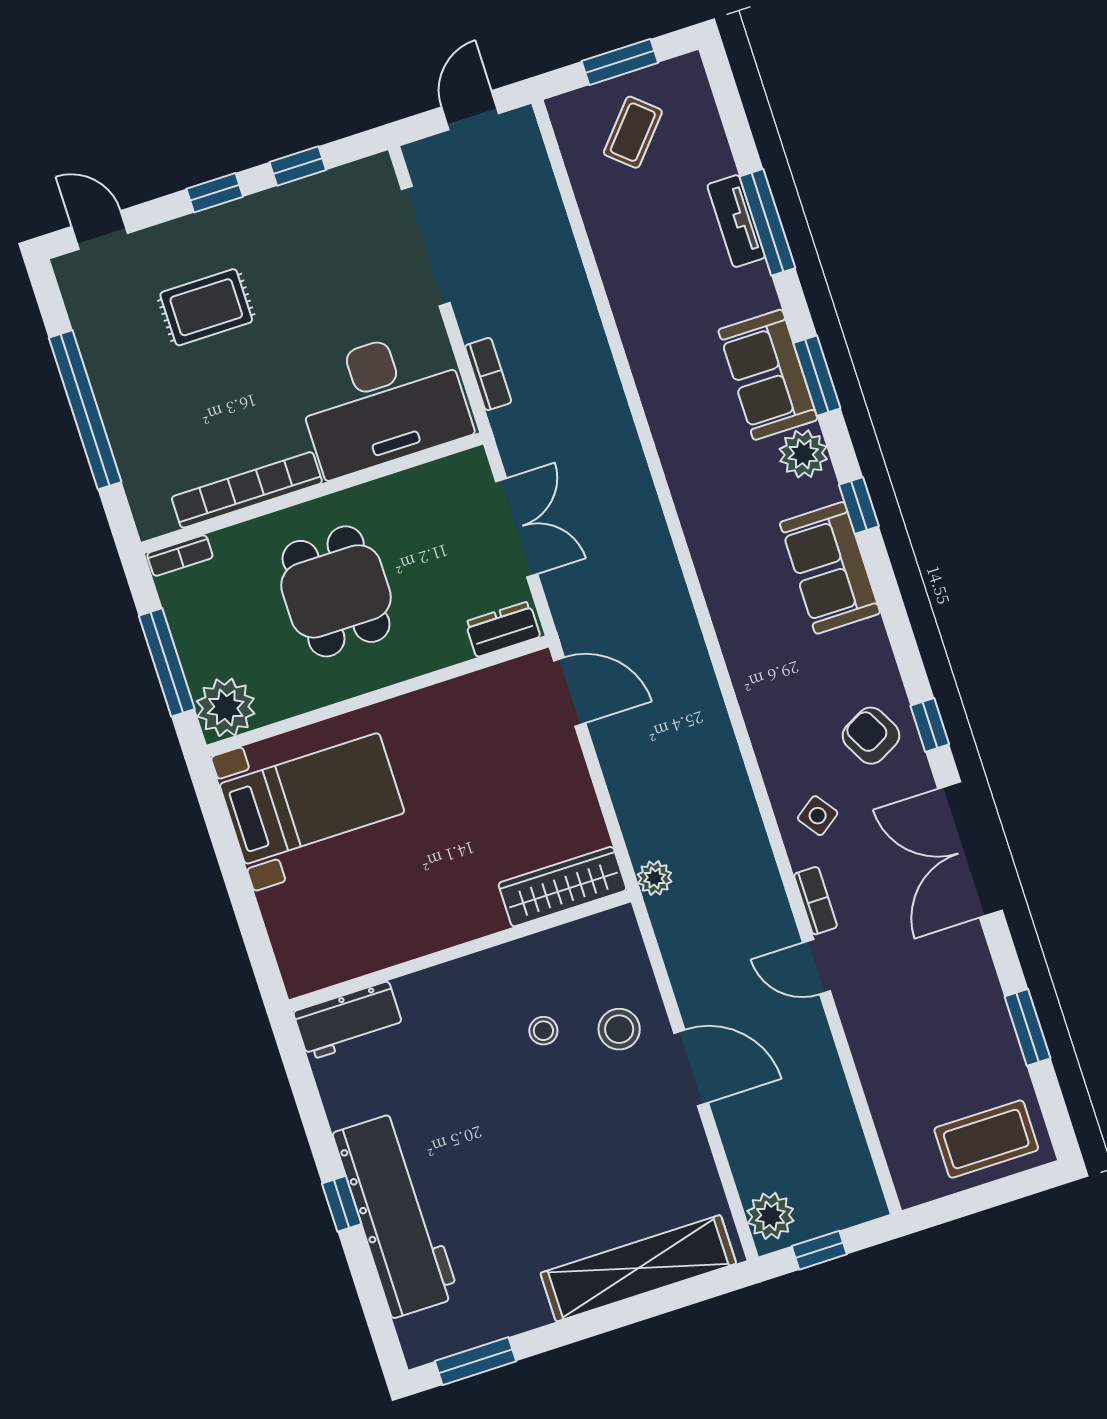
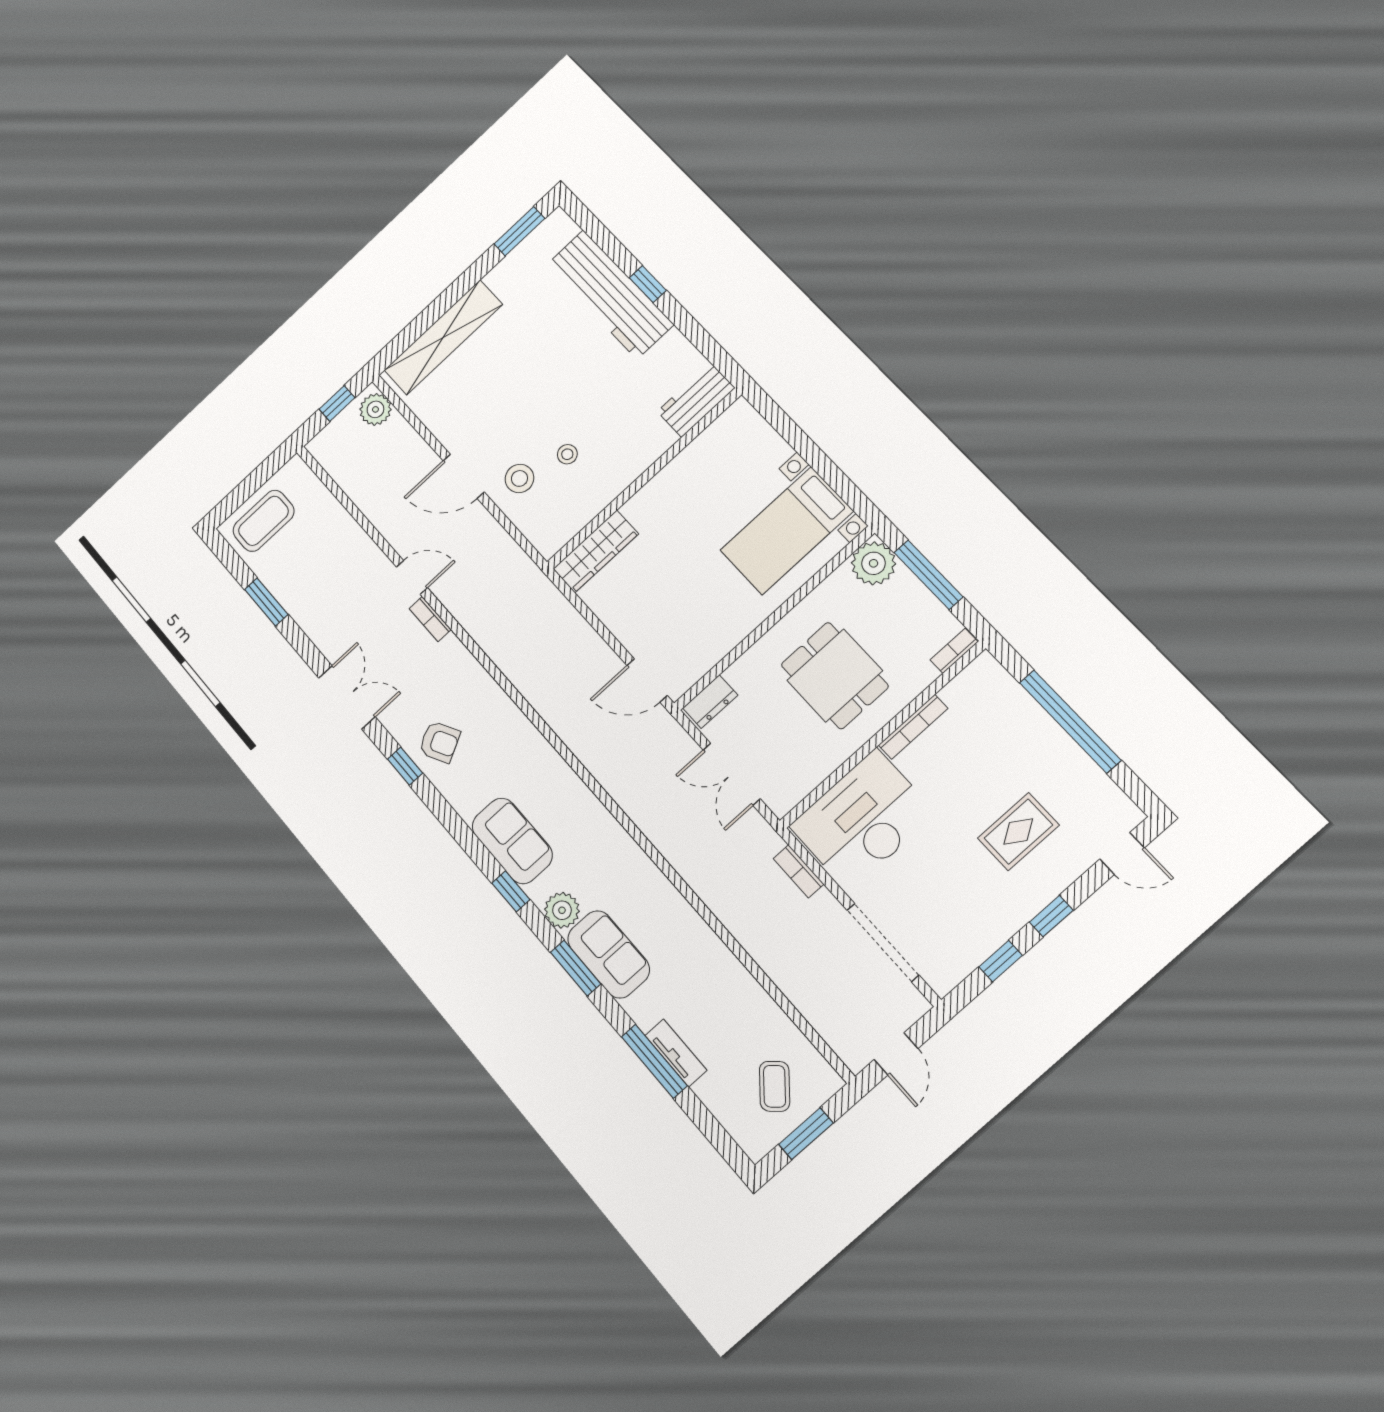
bookcase: (247, 490) -> (913, 727), width x0.68, depth x0.76
side table: (818, 816) -> (452, 674), removed
double door: (970, 850) -> (347, 697), width x0.73
plant: (655, 878) -> (539, 585), removed

